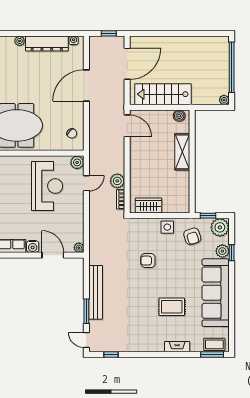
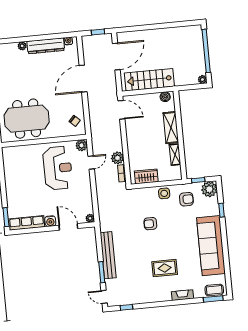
shelving: (184, 183) -> (175, 155), added
armchair: (192, 236) -> (186, 199), turned -72
plant: (222, 251) -> (213, 209), removed
rug: (172, 307) -> (165, 268), moved

